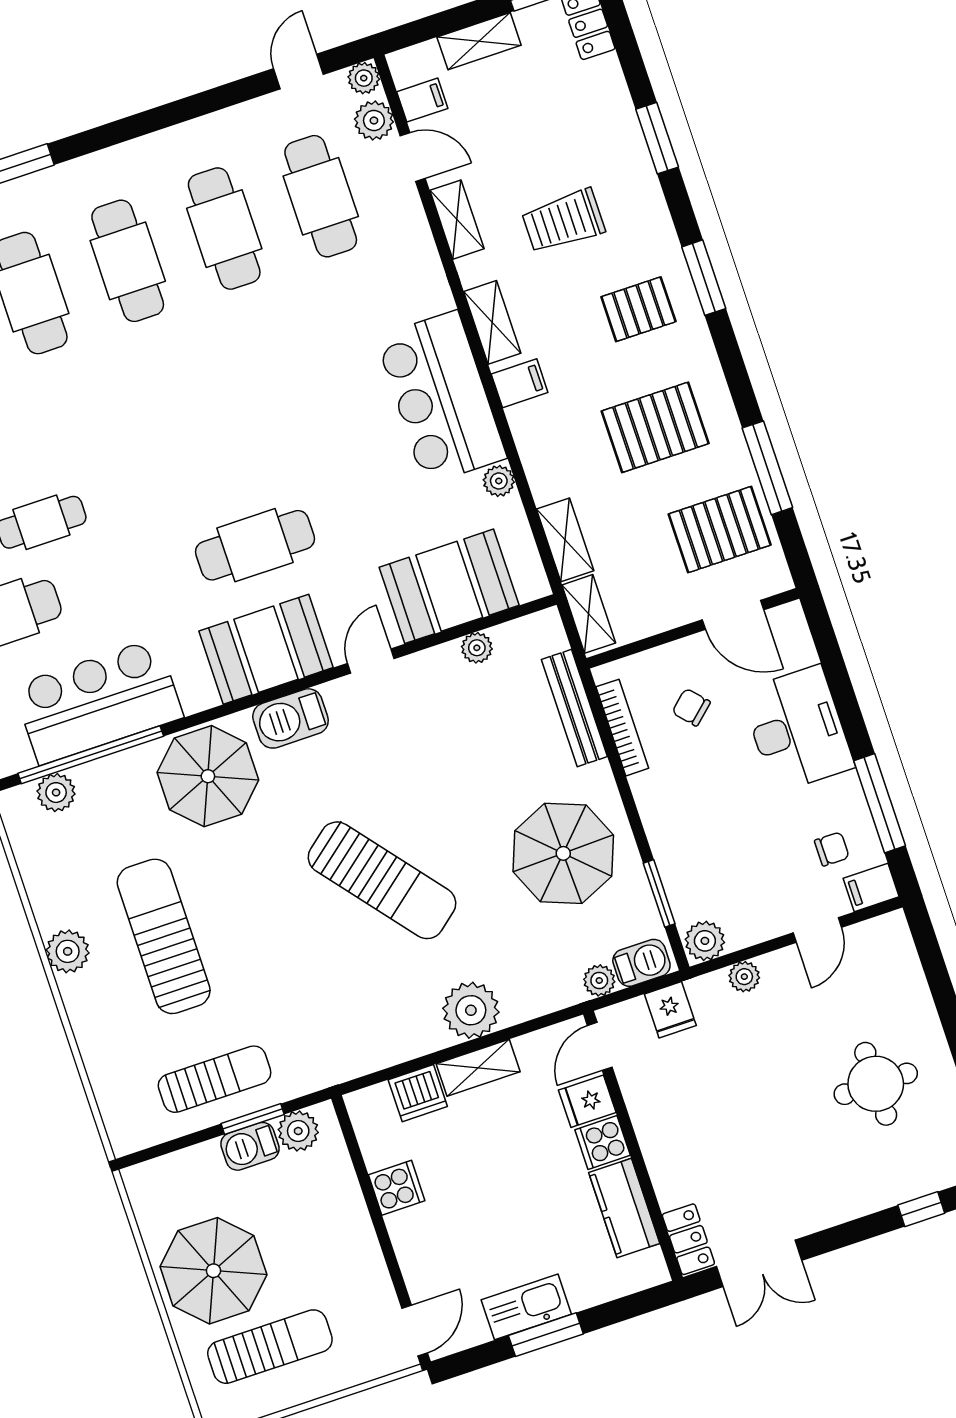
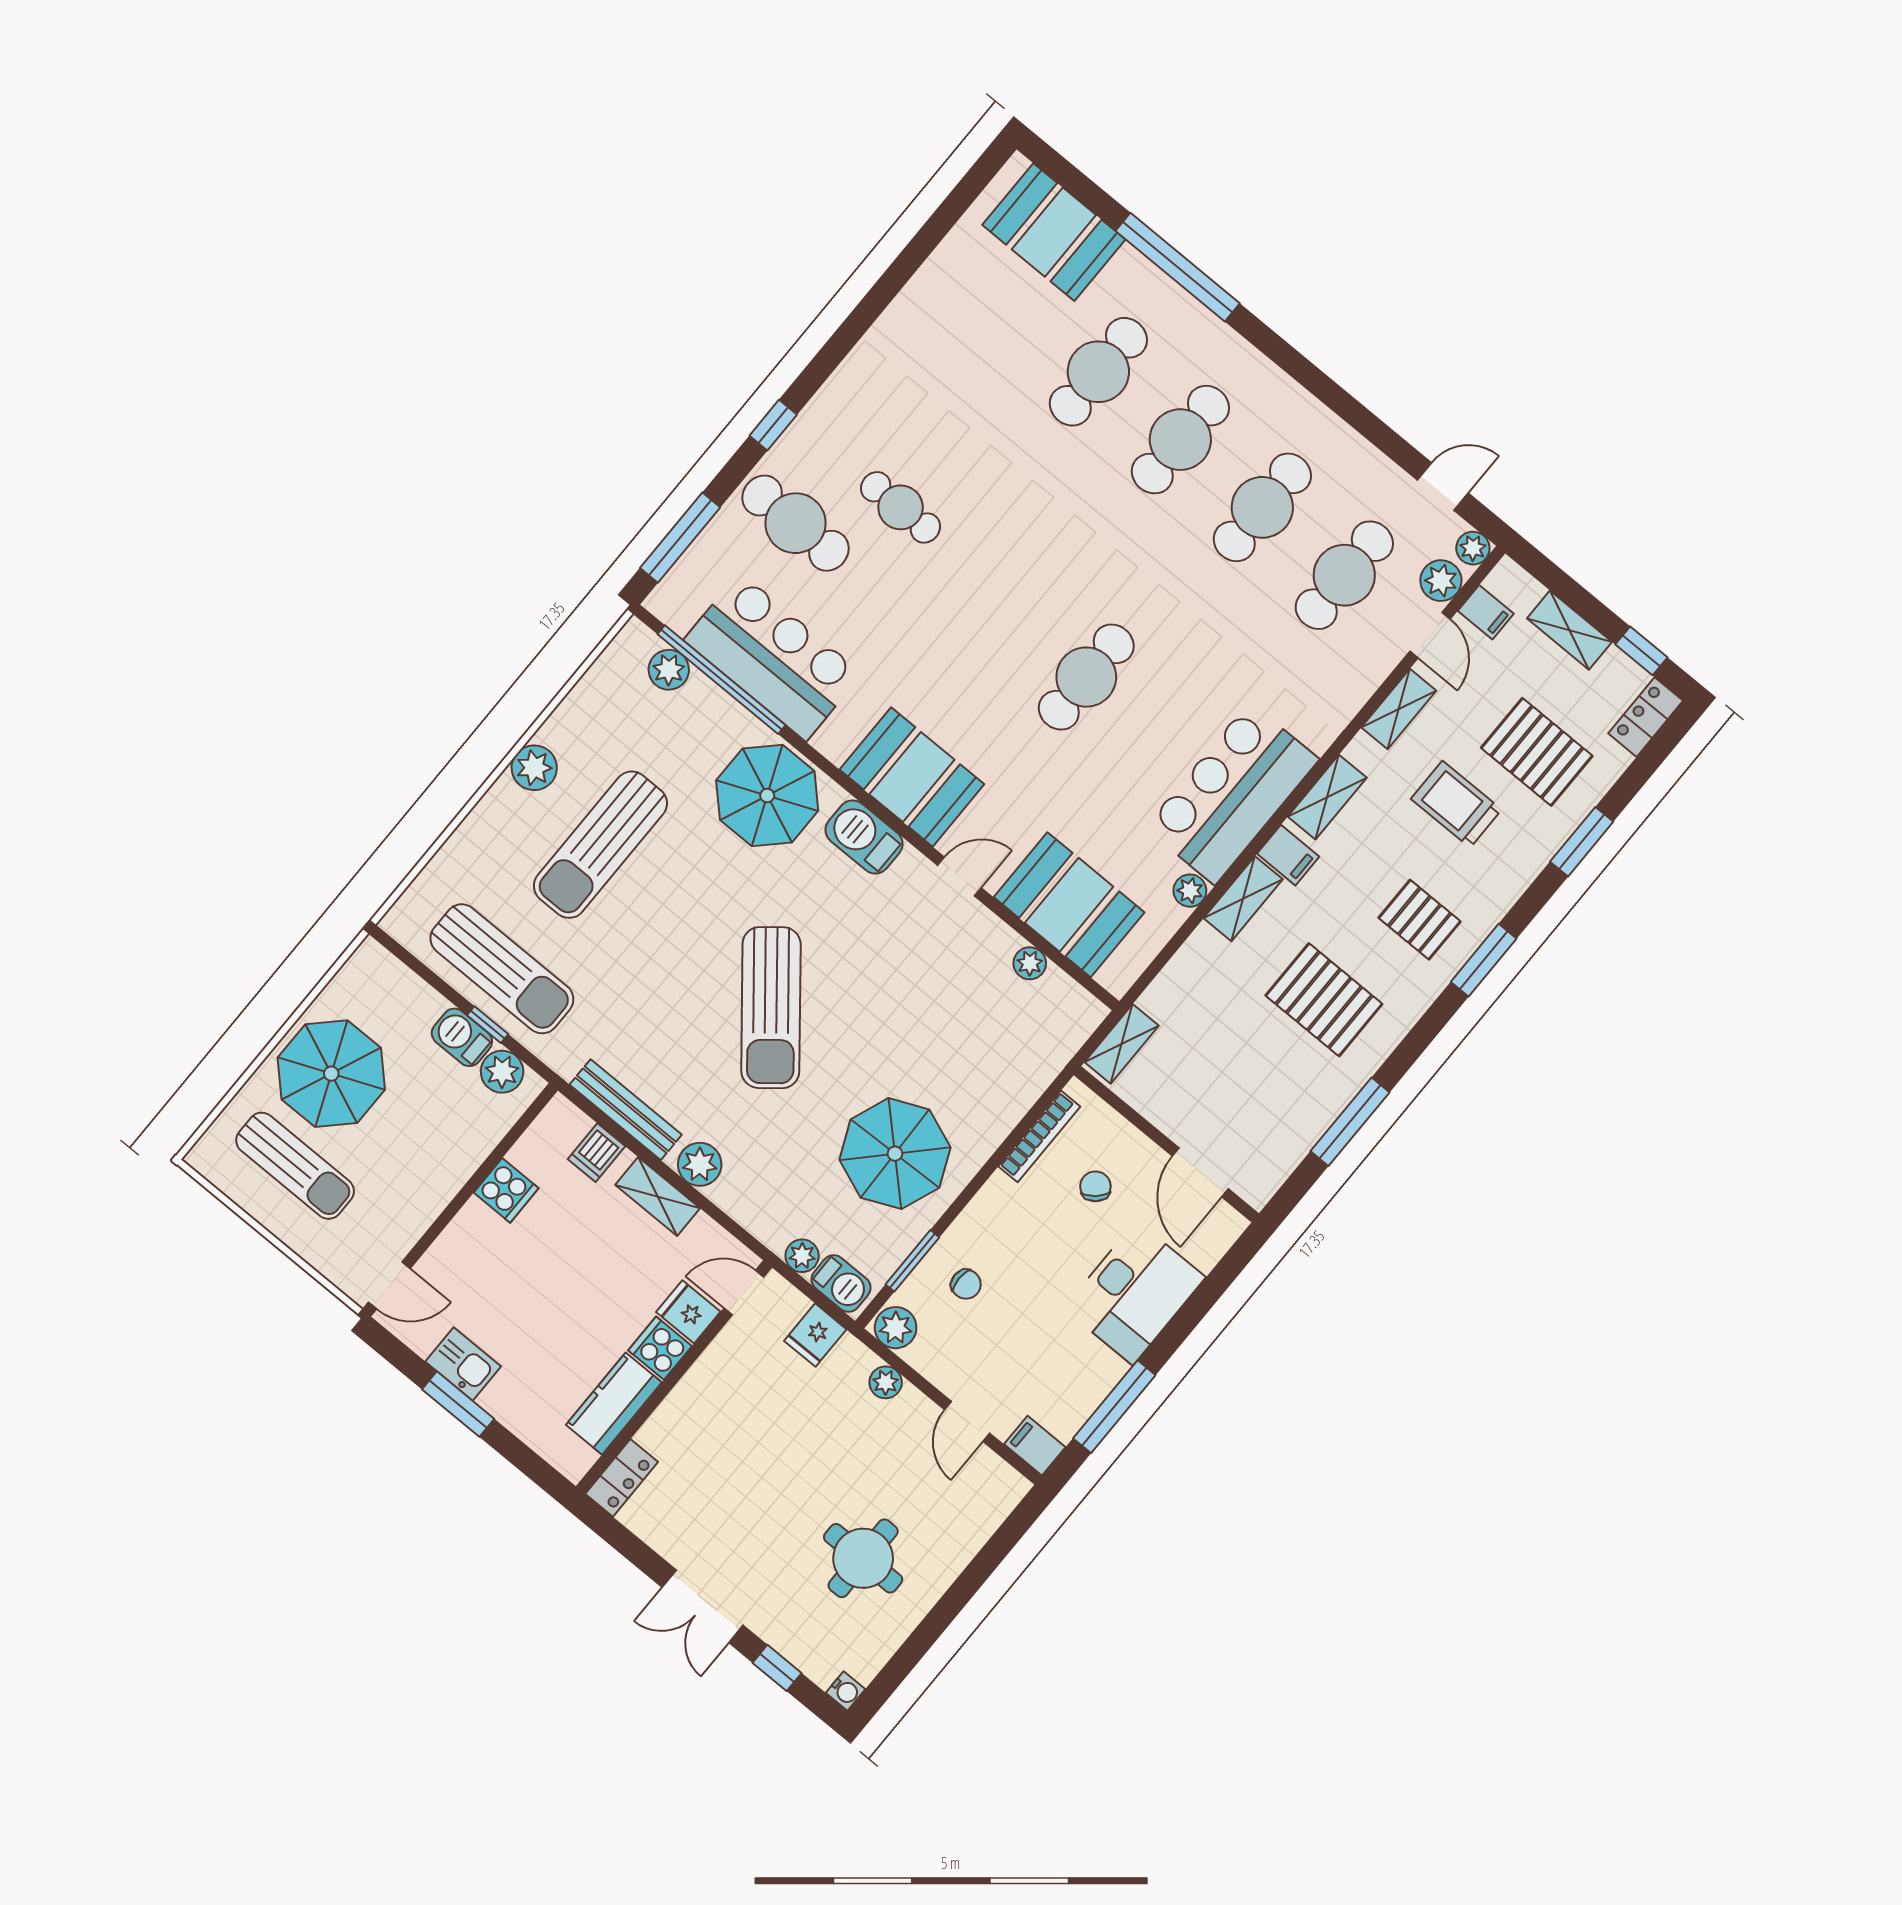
pallet: (720, 530) -> (1537, 752), moved
shelving: (565, 540) -> (1243, 899), moved
cafe table: (255, 545) -> (1086, 677), moved, turned 90
bench: (574, 708) -> (626, 1110), moved, turned 90
chair: (832, 849) -> (966, 1284), moved
door: (817, 930) -> (967, 1421), hinge flipped
sun lounger: (164, 936) -> (600, 845), turned 180
plant: (471, 1010) -> (700, 1164), width x0.73, depth x0.73
sun lounger: (215, 1079) -> (502, 969), width x1.36, depth x1.34
dishwasher: (418, 1093) -> (596, 1153), width x0.73
window: (253, 1119) -> (488, 1025), width x0.67
double door: (759, 1263) -> (703, 1606), moved
kitchen sink: (526, 1307) -> (463, 1364), width x0.73

